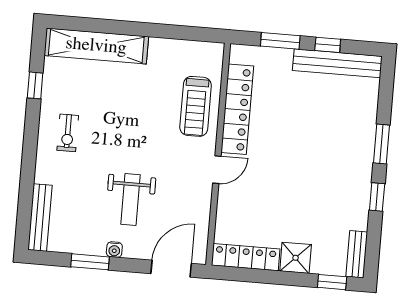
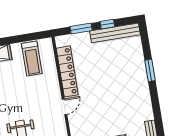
treadmill: (196, 106) -> (32, 58), moved
window: (377, 197) -> (155, 100), removed

